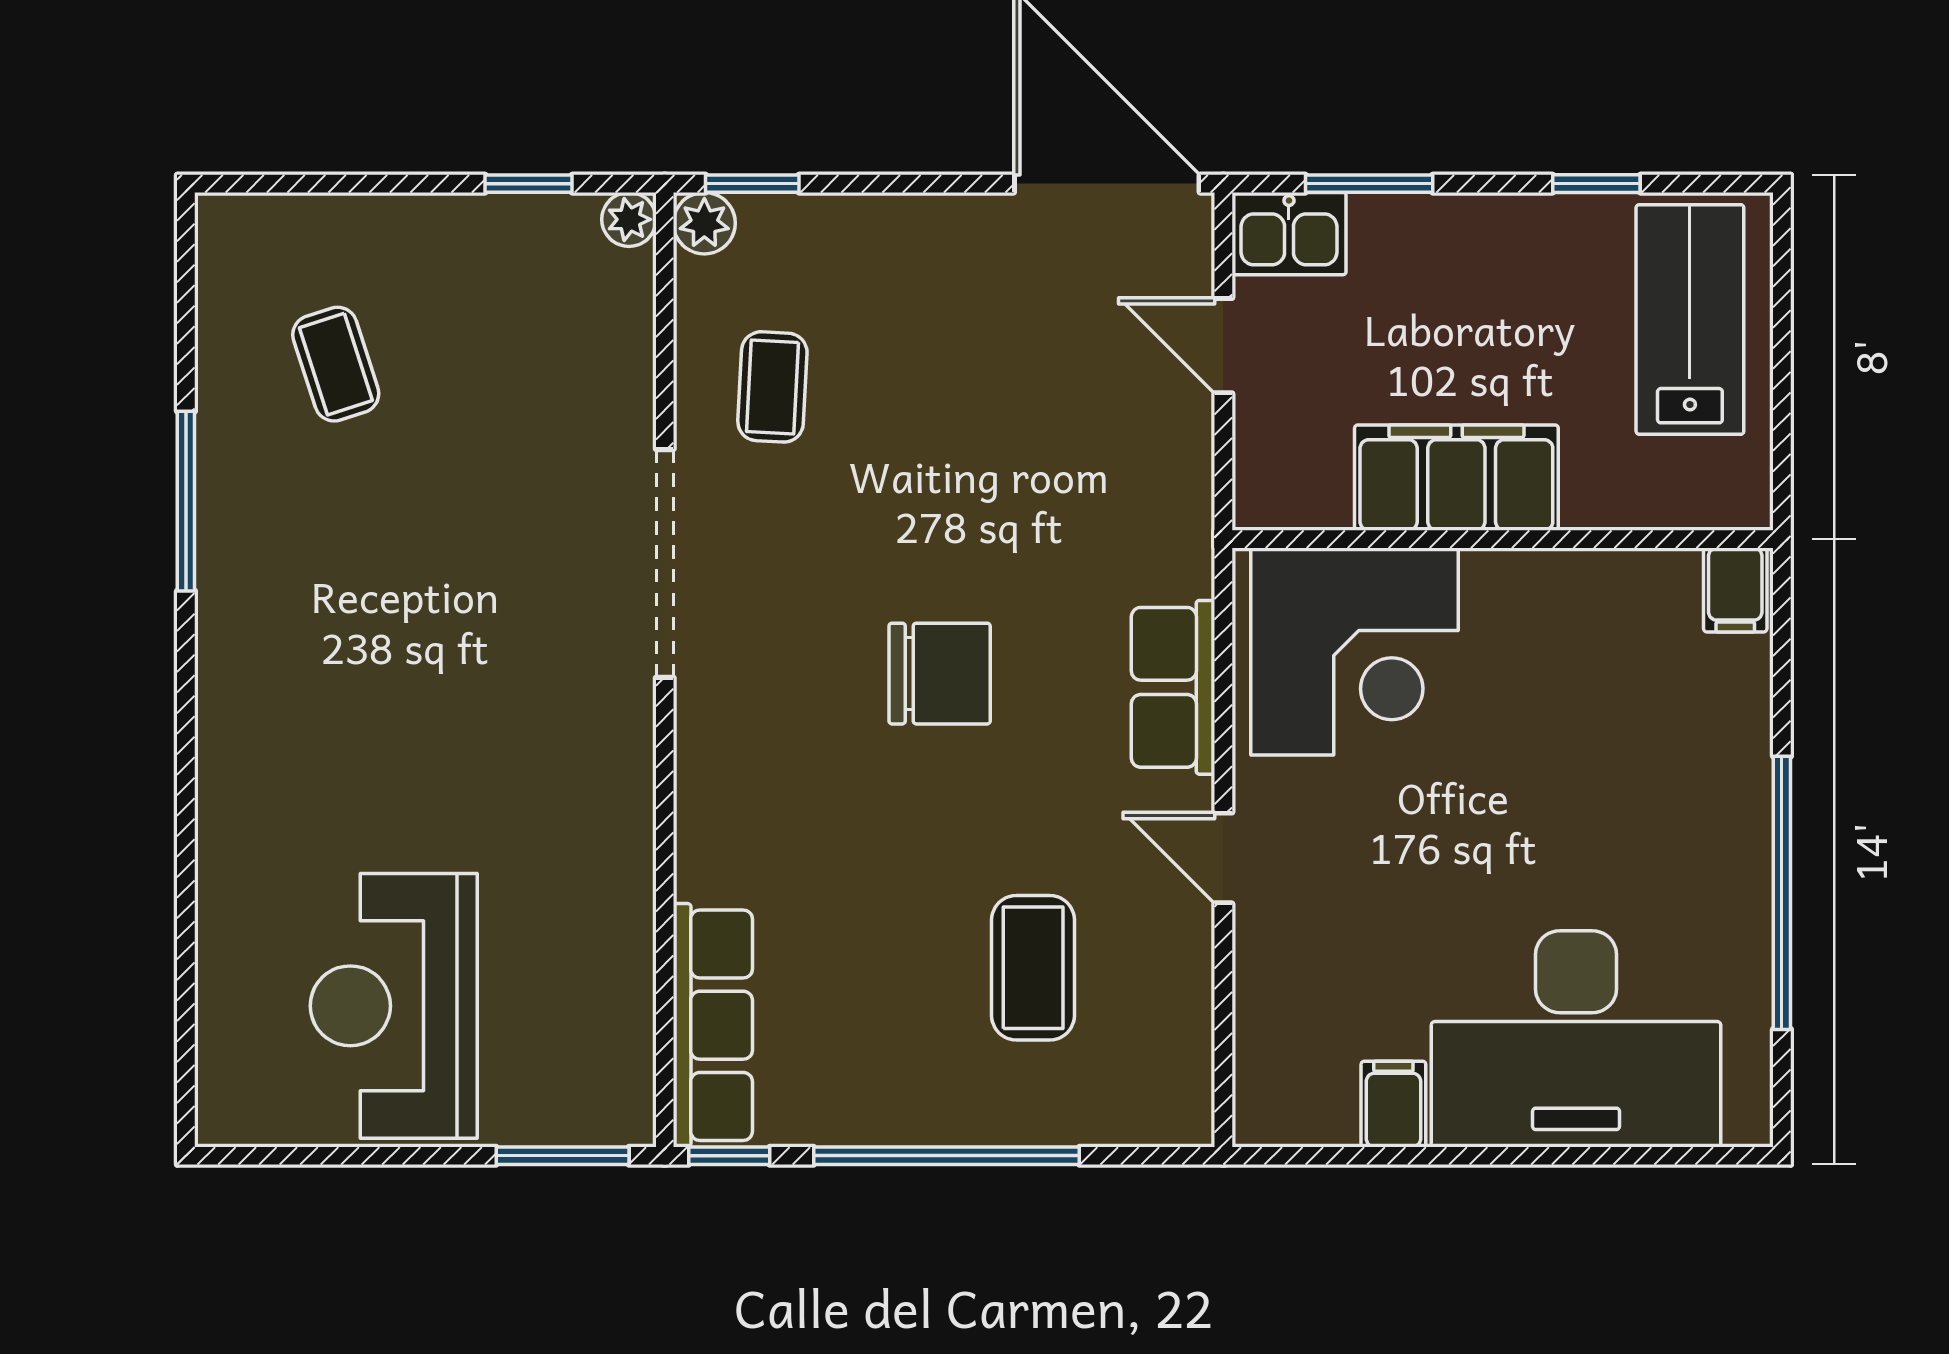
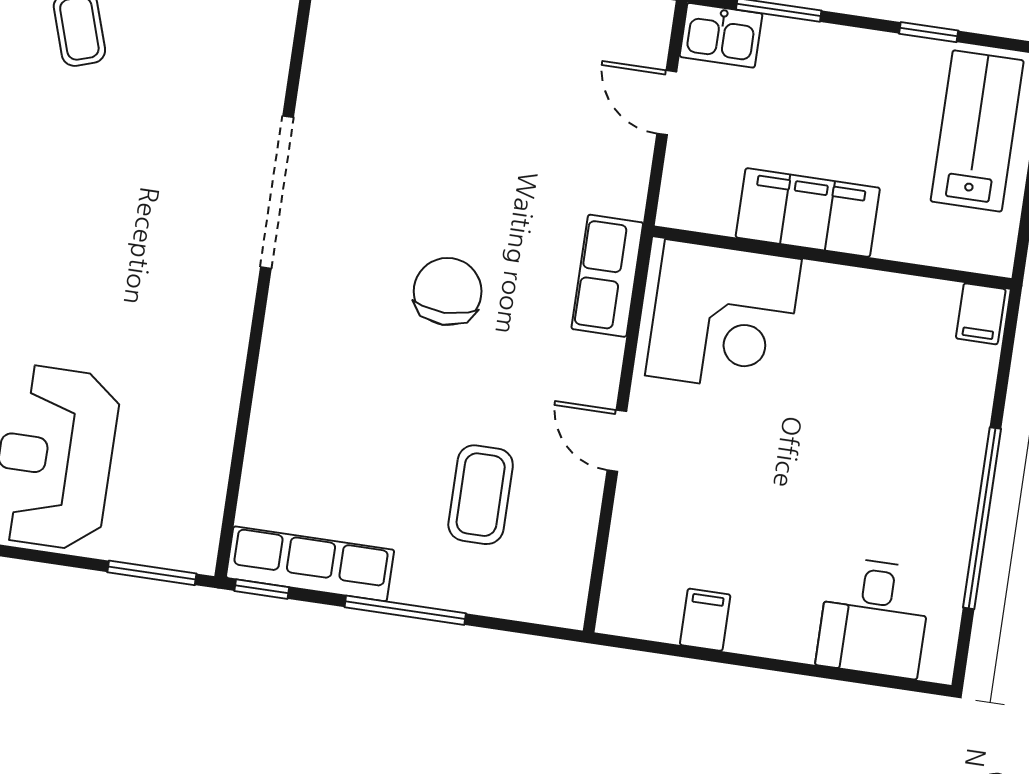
coffee table: (772, 387) -> (365, 86), removed
chair: (940, 674) -> (448, 291), turned -90
row of seats: (1173, 687) -> (607, 276), moved
row of seats: (713, 1025) -> (310, 564), moved, turned -90
desk: (1576, 1039) -> (874, 617), width x0.53, depth x0.77
window: (946, 1156) -> (405, 610), width x0.68

